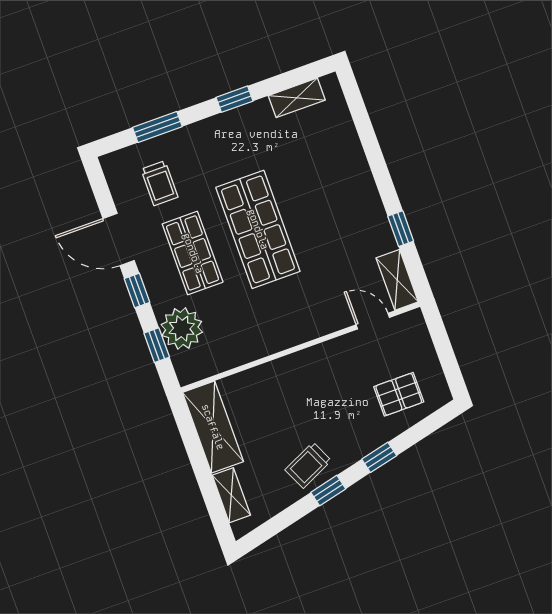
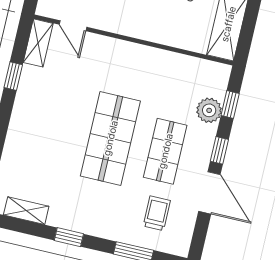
plant: (182, 328) -> (209, 110), width x0.73, depth x0.73

